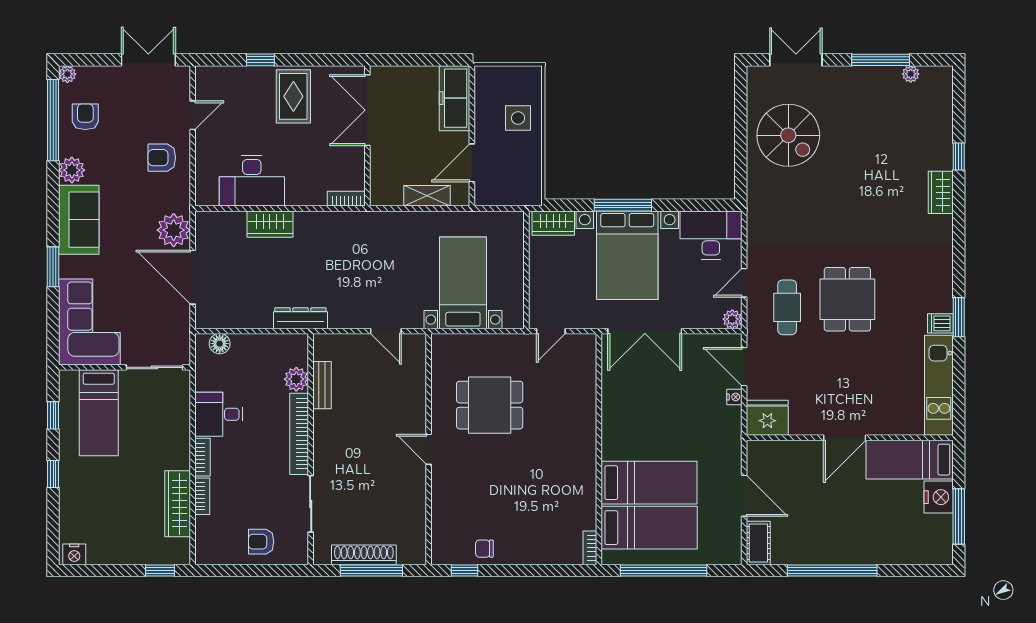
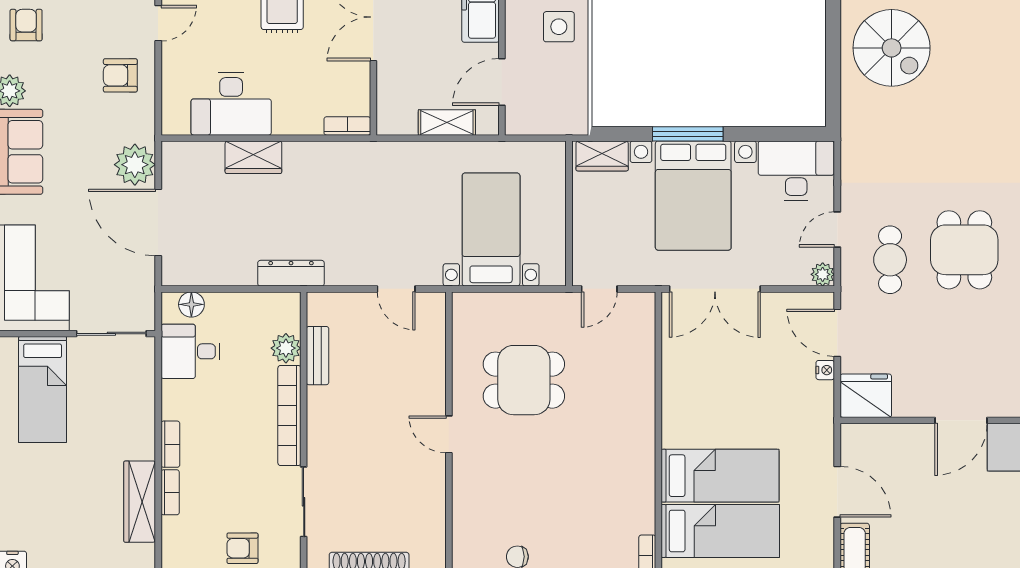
desk: (219, 414) -> (190, 351), moved

